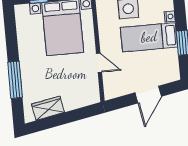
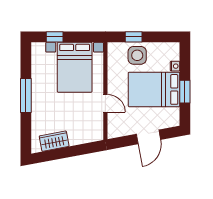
bed: (149, 37) -> (154, 89), width x1.50
window: (15, 80) -> (26, 95), moved

